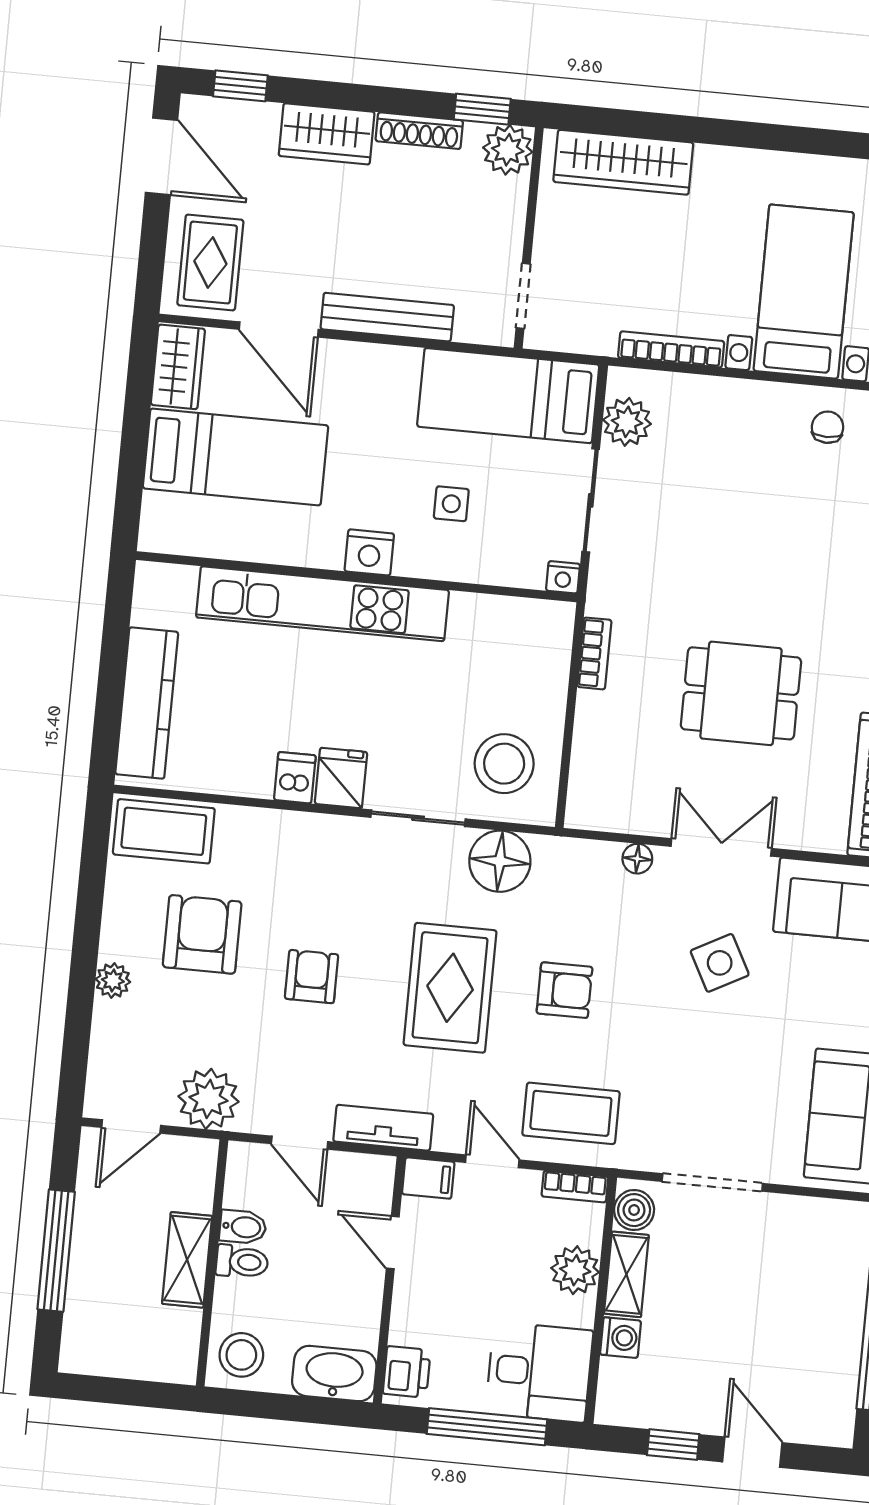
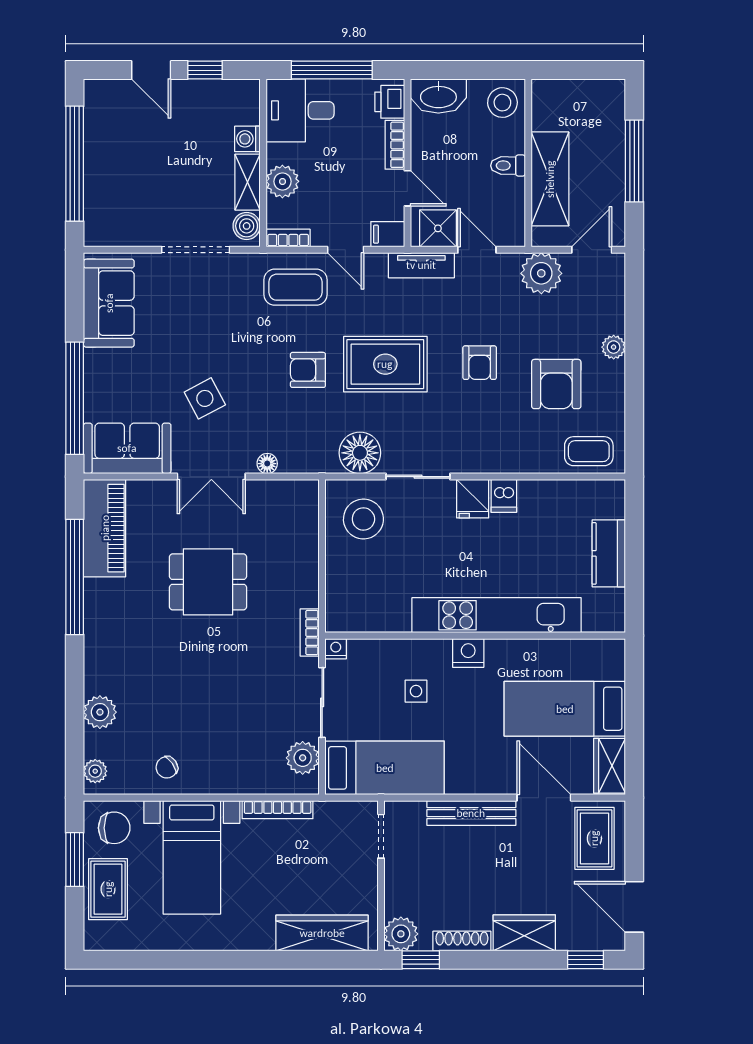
chair: (828, 427) -> (167, 767), turned 56
bookcase: (594, 653) -> (310, 632), moved
kitchen counter: (147, 703) -> (609, 553), width x0.67
coffee table: (164, 831) -> (589, 451), width x0.73, depth x0.77
rug: (450, 988) -> (385, 364), turned 90
shower: (354, 1179) -> (438, 228), added
bidet: (243, 1227) -> (510, 189), removed
shelving: (187, 1260) -> (550, 179), width x1.50, depth x1.33
bookcase: (405, 1308) -> (395, 145), added

